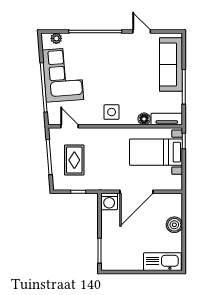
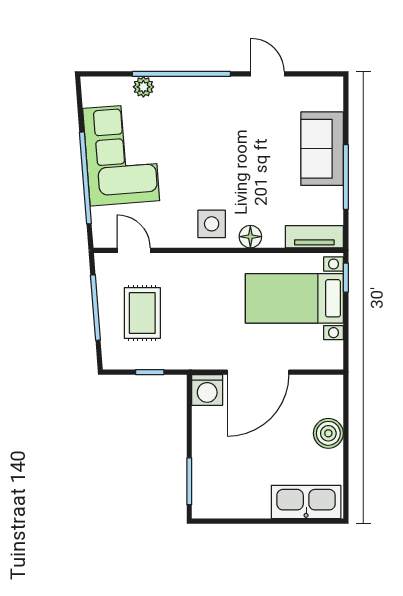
plant: (56, 38) -> (143, 87), moved
sofa: (171, 65) -> (322, 149), width x0.73
floor lamp: (144, 119) -> (250, 237), moved

